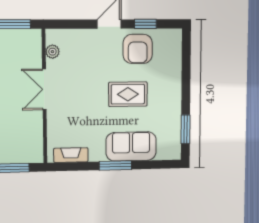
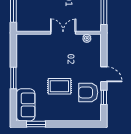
rug: (128, 94) -> (59, 86), turned 90
sofa: (131, 146) -> (26, 105), moved
fireplace: (71, 155) -> (21, 49), removed

